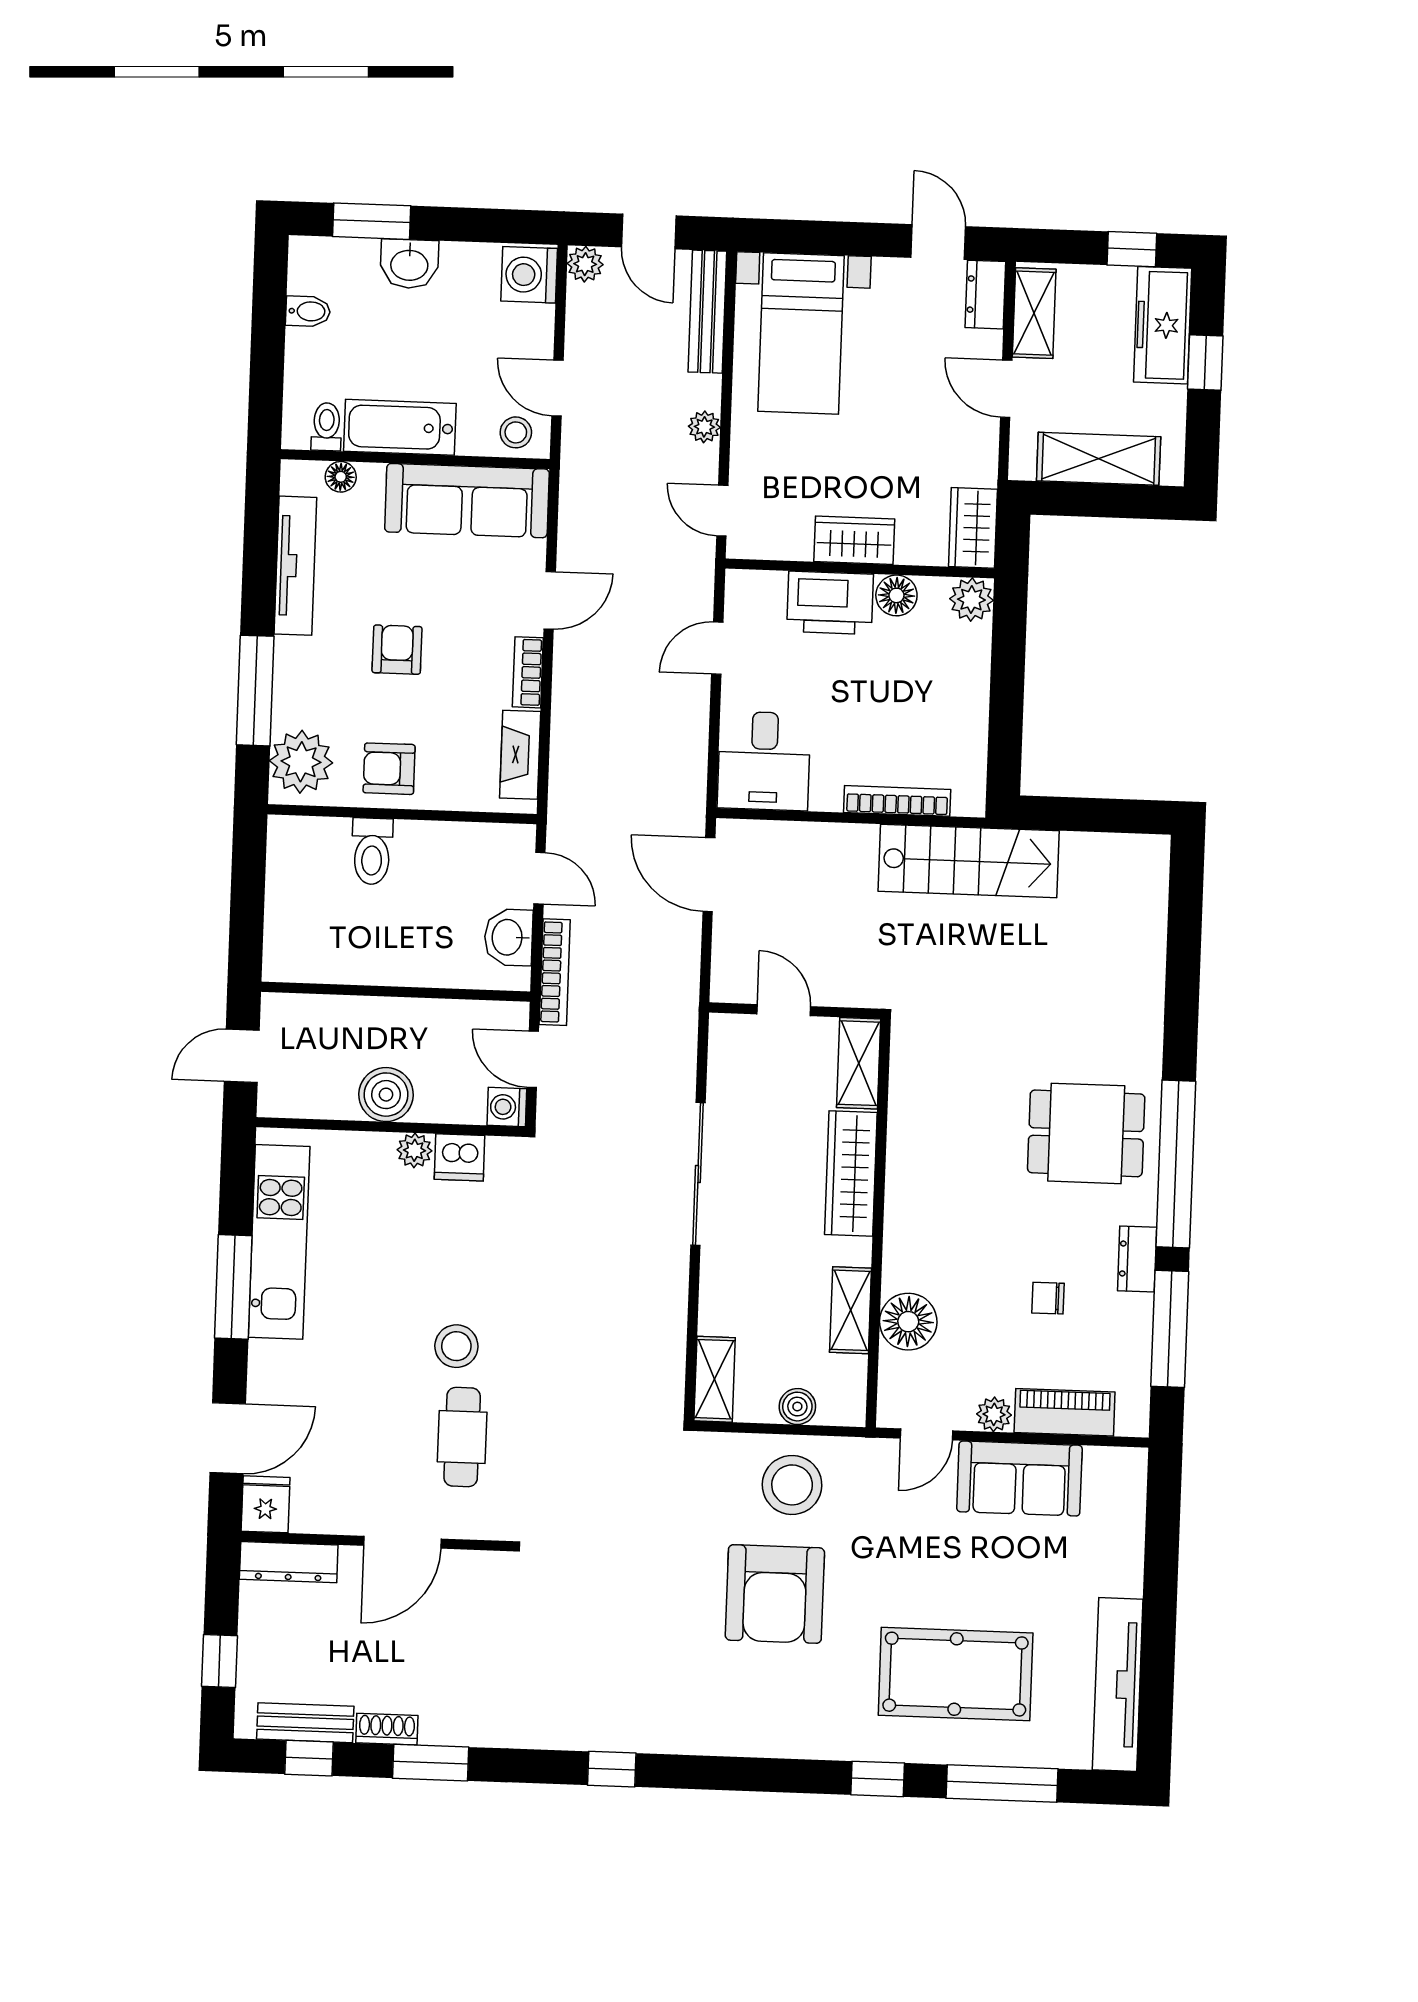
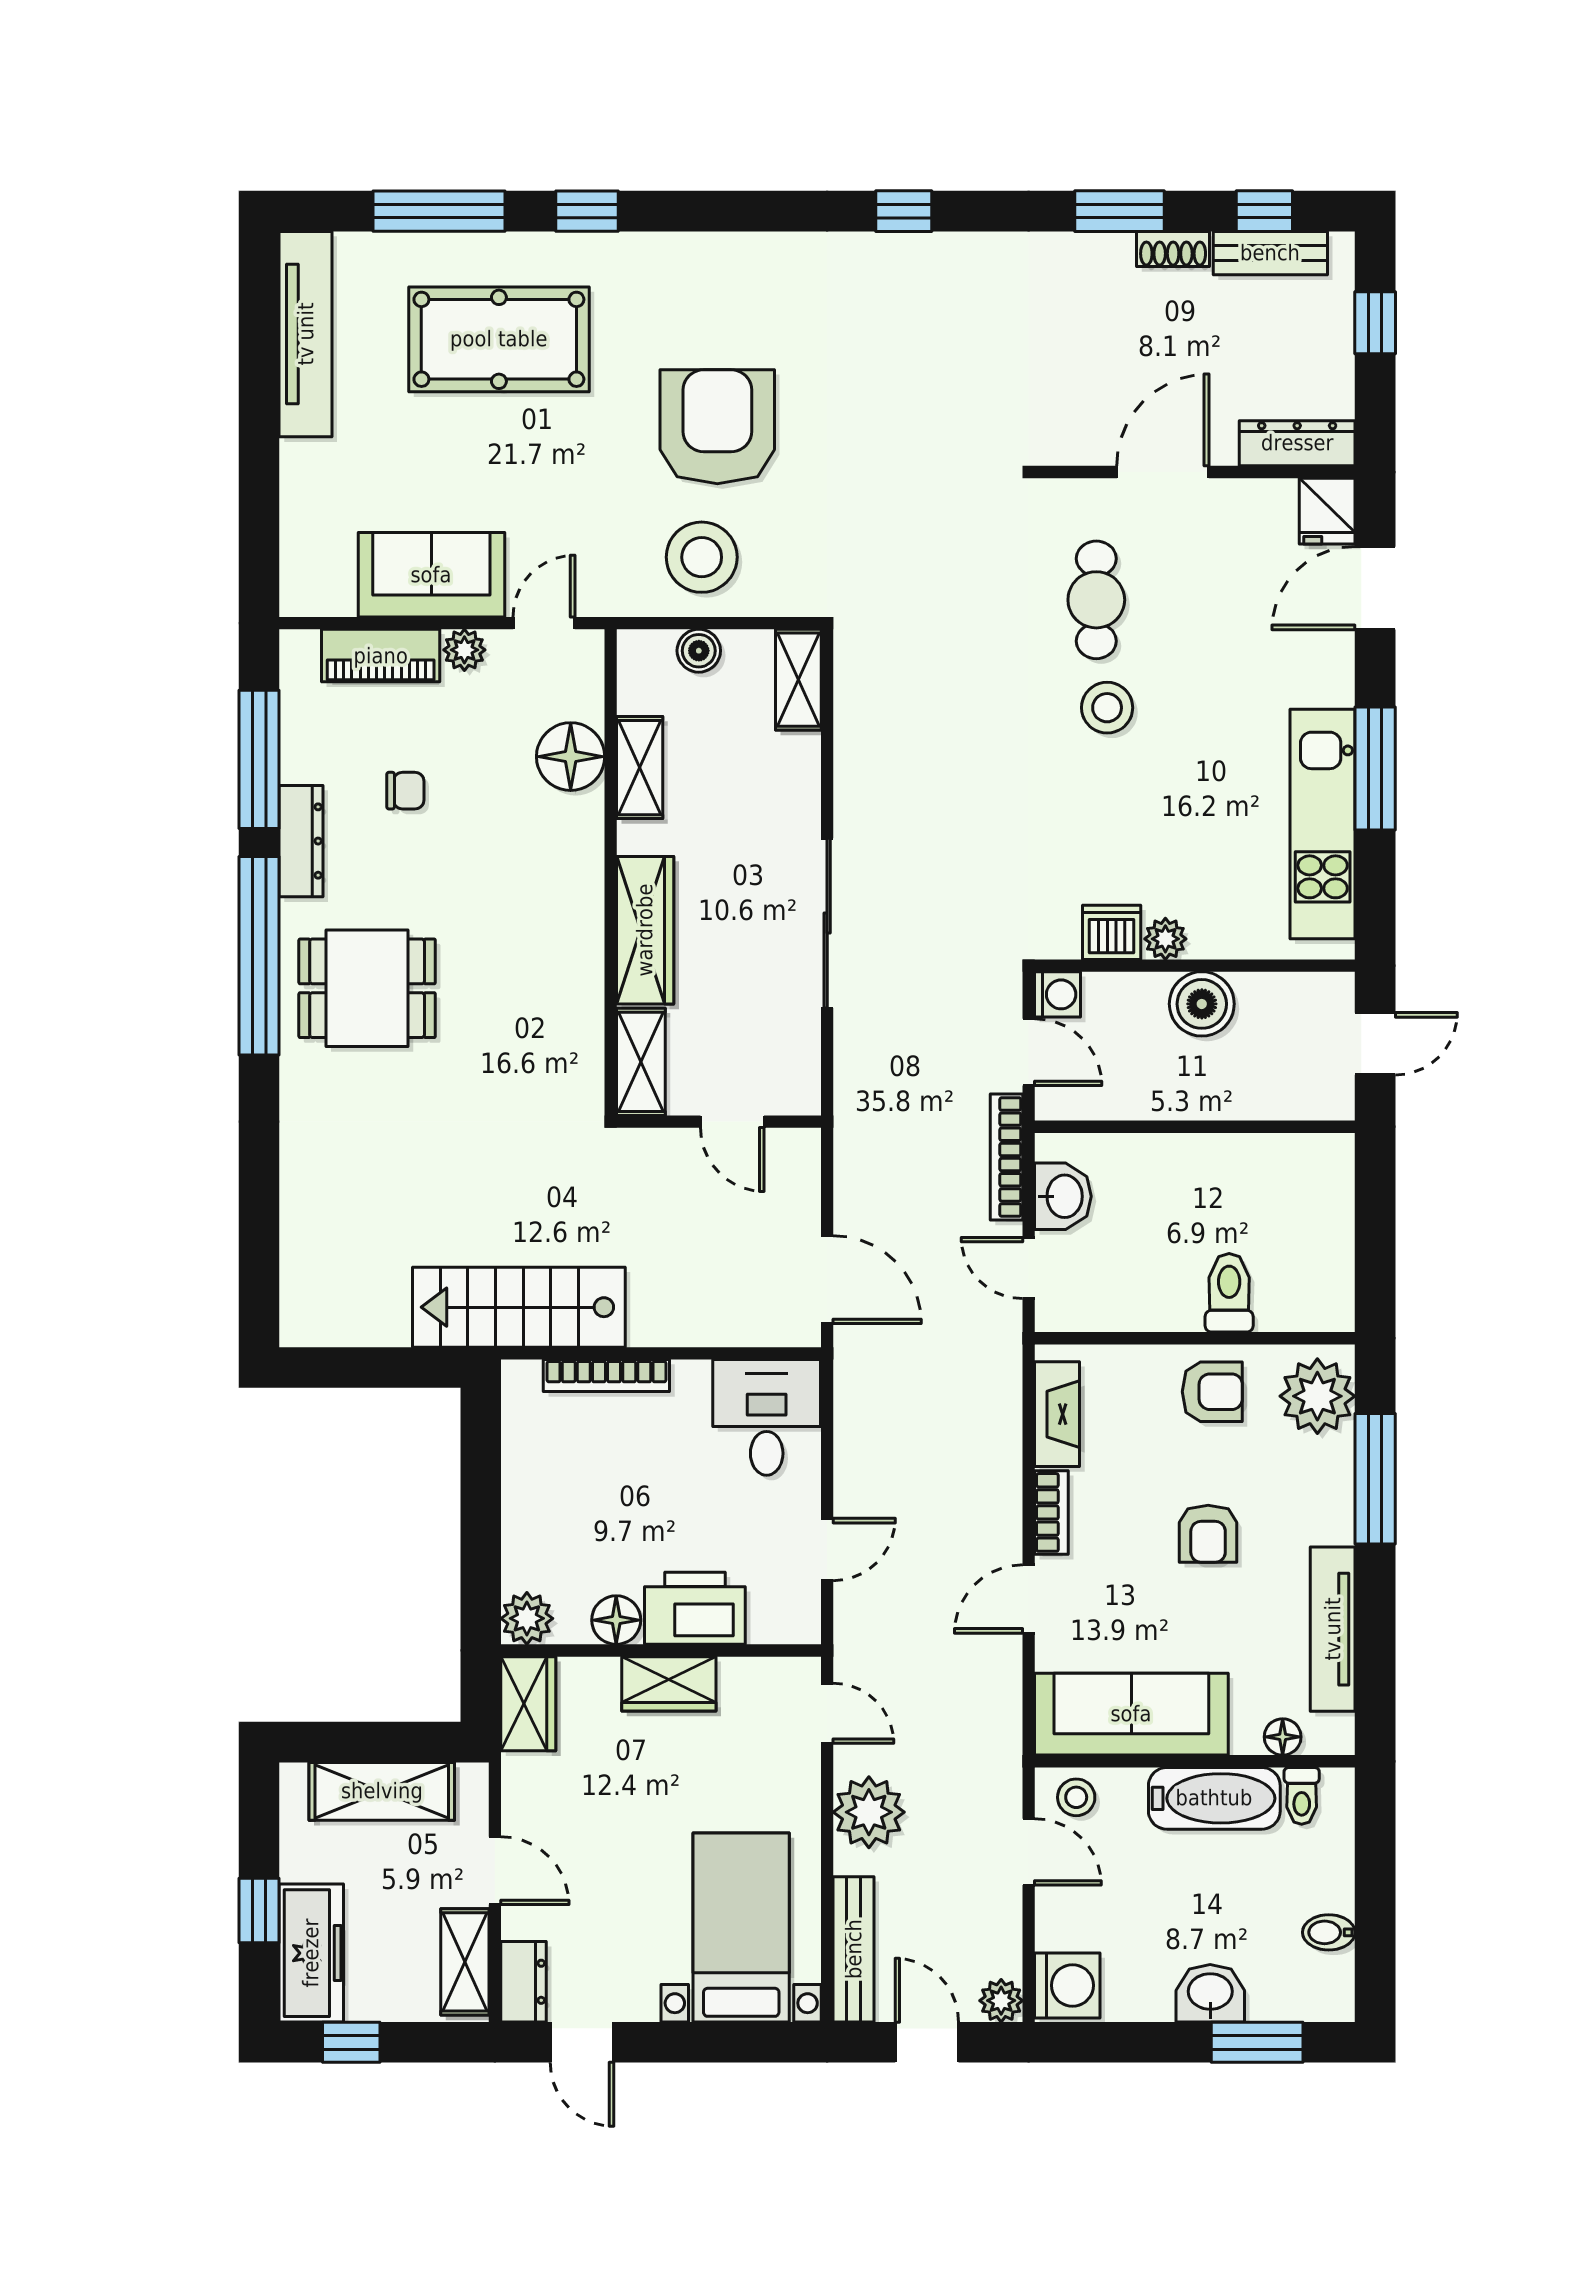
plant: (704, 427) -> (869, 1812), width x1.88, depth x1.88
dresser: (1137, 1259) -> (301, 841), width x1.44

